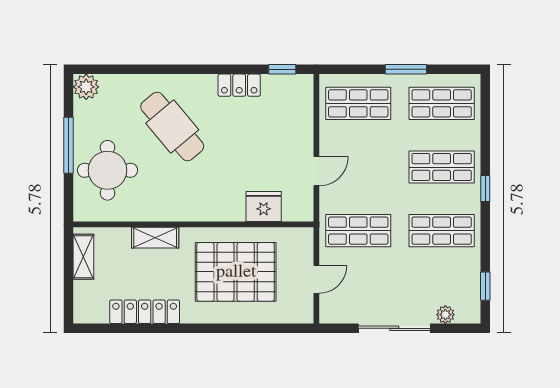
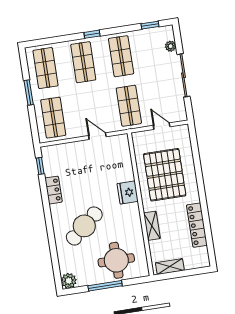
fridge: (264, 206) -> (128, 192), moved

